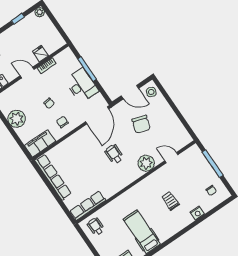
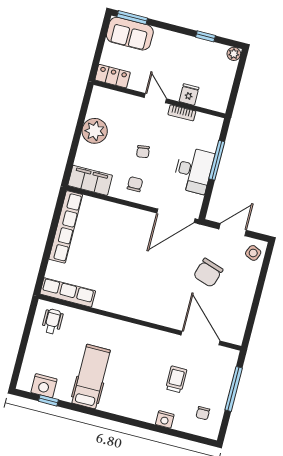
door: (130, 92) -> (233, 230), swing flipped
wheelchair: (114, 154) -> (149, 272), removed
door: (171, 158) -> (201, 338), width x1.87
plant: (146, 163) -> (170, 316), removed
trolley: (170, 201) -> (176, 379), moved

